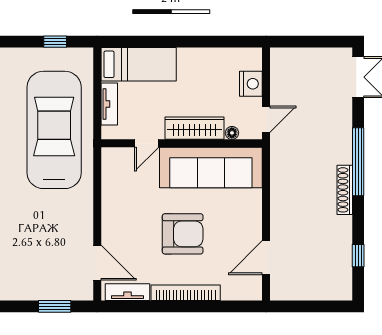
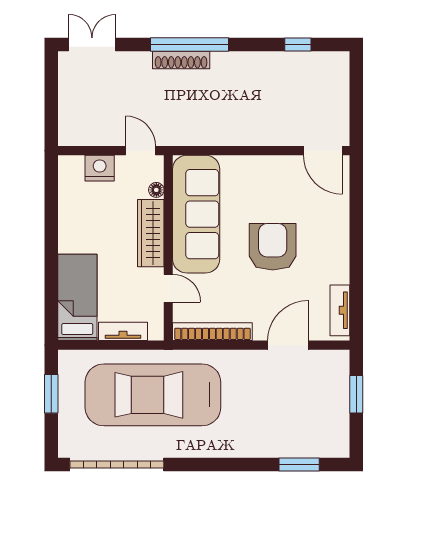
window: (55, 42) -> (51, 394), width x1.50
shoe rack: (345, 190) -> (181, 60), moved
door: (266, 258) -> (323, 151), moved
door: (97, 263) -> (288, 345), moved
bookcase: (186, 293) -> (212, 332), moved, turned 90

